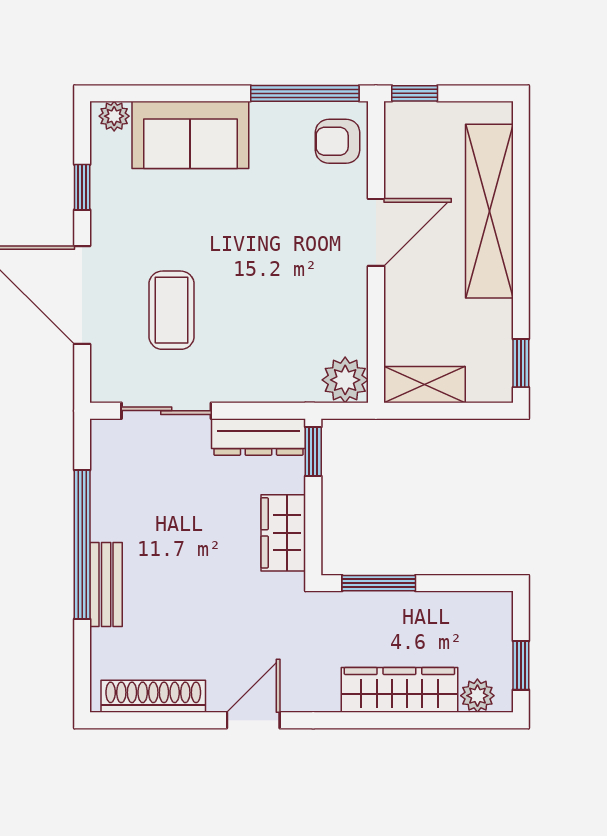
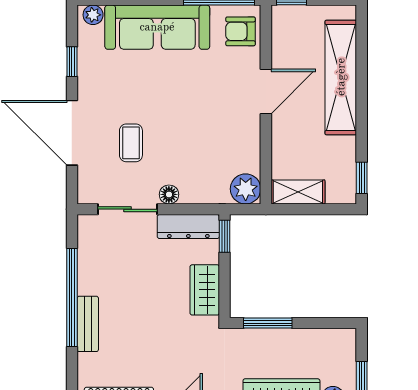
sofa: (190, 135) -> (157, 27), width x1.36
coffee table: (172, 310) -> (131, 143), width x0.73, depth x0.77
floor lamp: (229, 388) -> (169, 194), added

